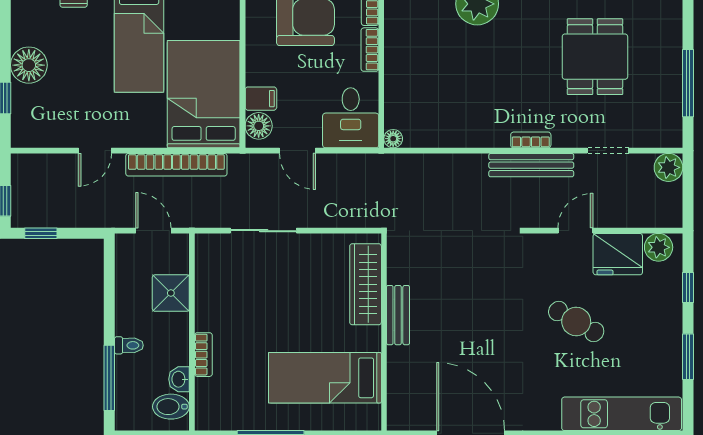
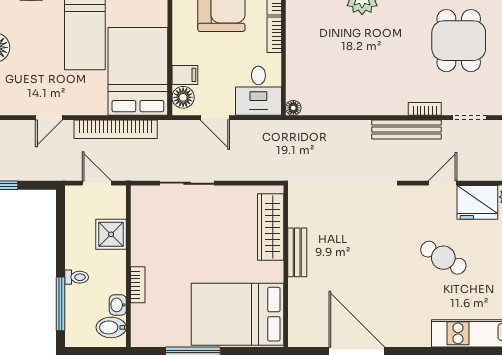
bookcase: (531, 140) -> (425, 109), moved
bed: (325, 378) -> (237, 314), width x1.50

